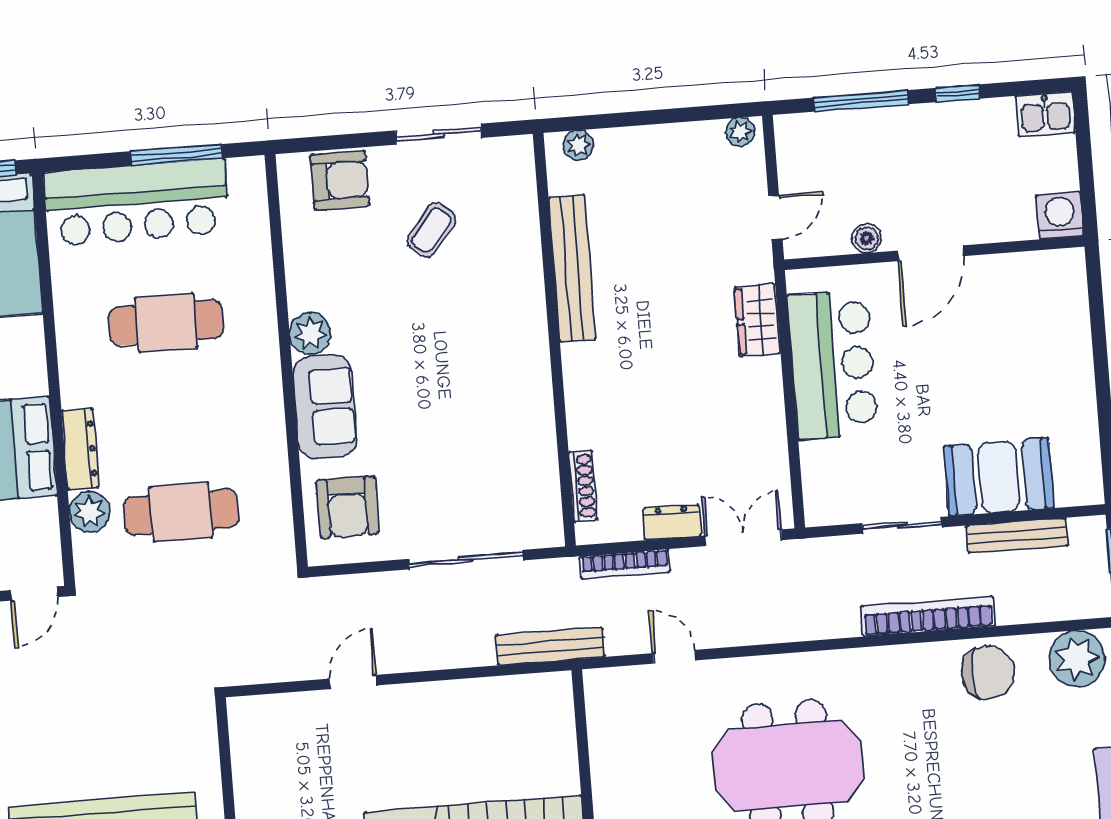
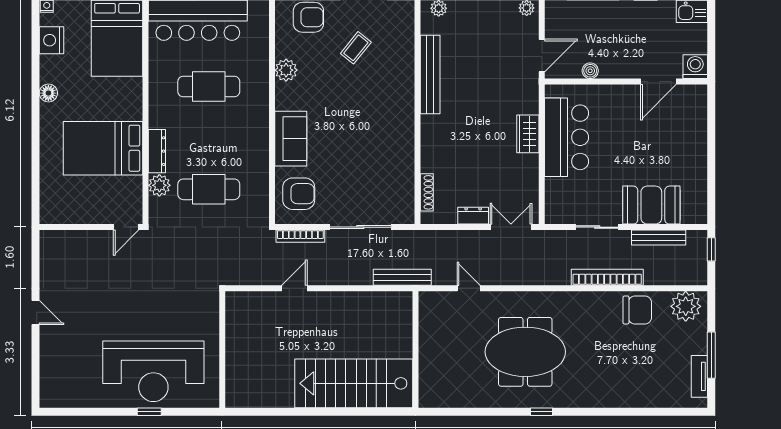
door: (775, 217) -> (542, 56), width x1.38
door: (931, 253) -> (658, 82), moved
wardrobe: (758, 320) -> (528, 134), moved
plant: (310, 333) -> (286, 70), moved
armchair: (347, 507) -> (299, 194), turned -90
bookcase: (625, 564) -> (300, 236), moved

